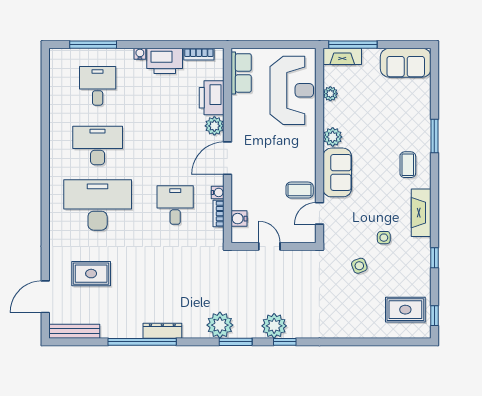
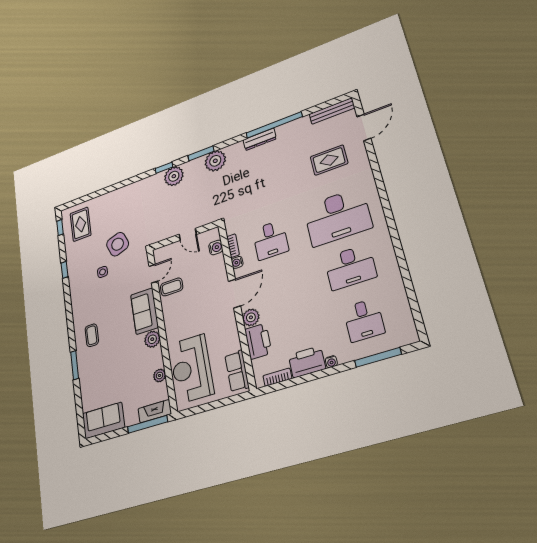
fireplace: (421, 213) -> (78, 301), removed
side table: (359, 266) -> (118, 244), width x1.87, depth x1.87
rug: (405, 310) -> (81, 224), turned 90

